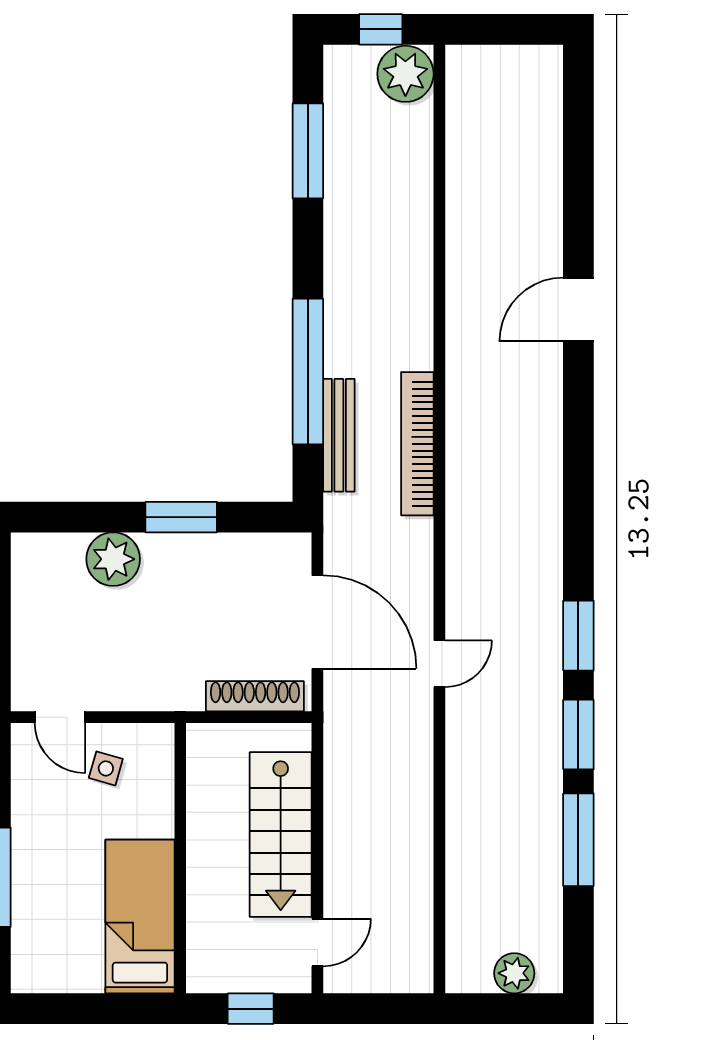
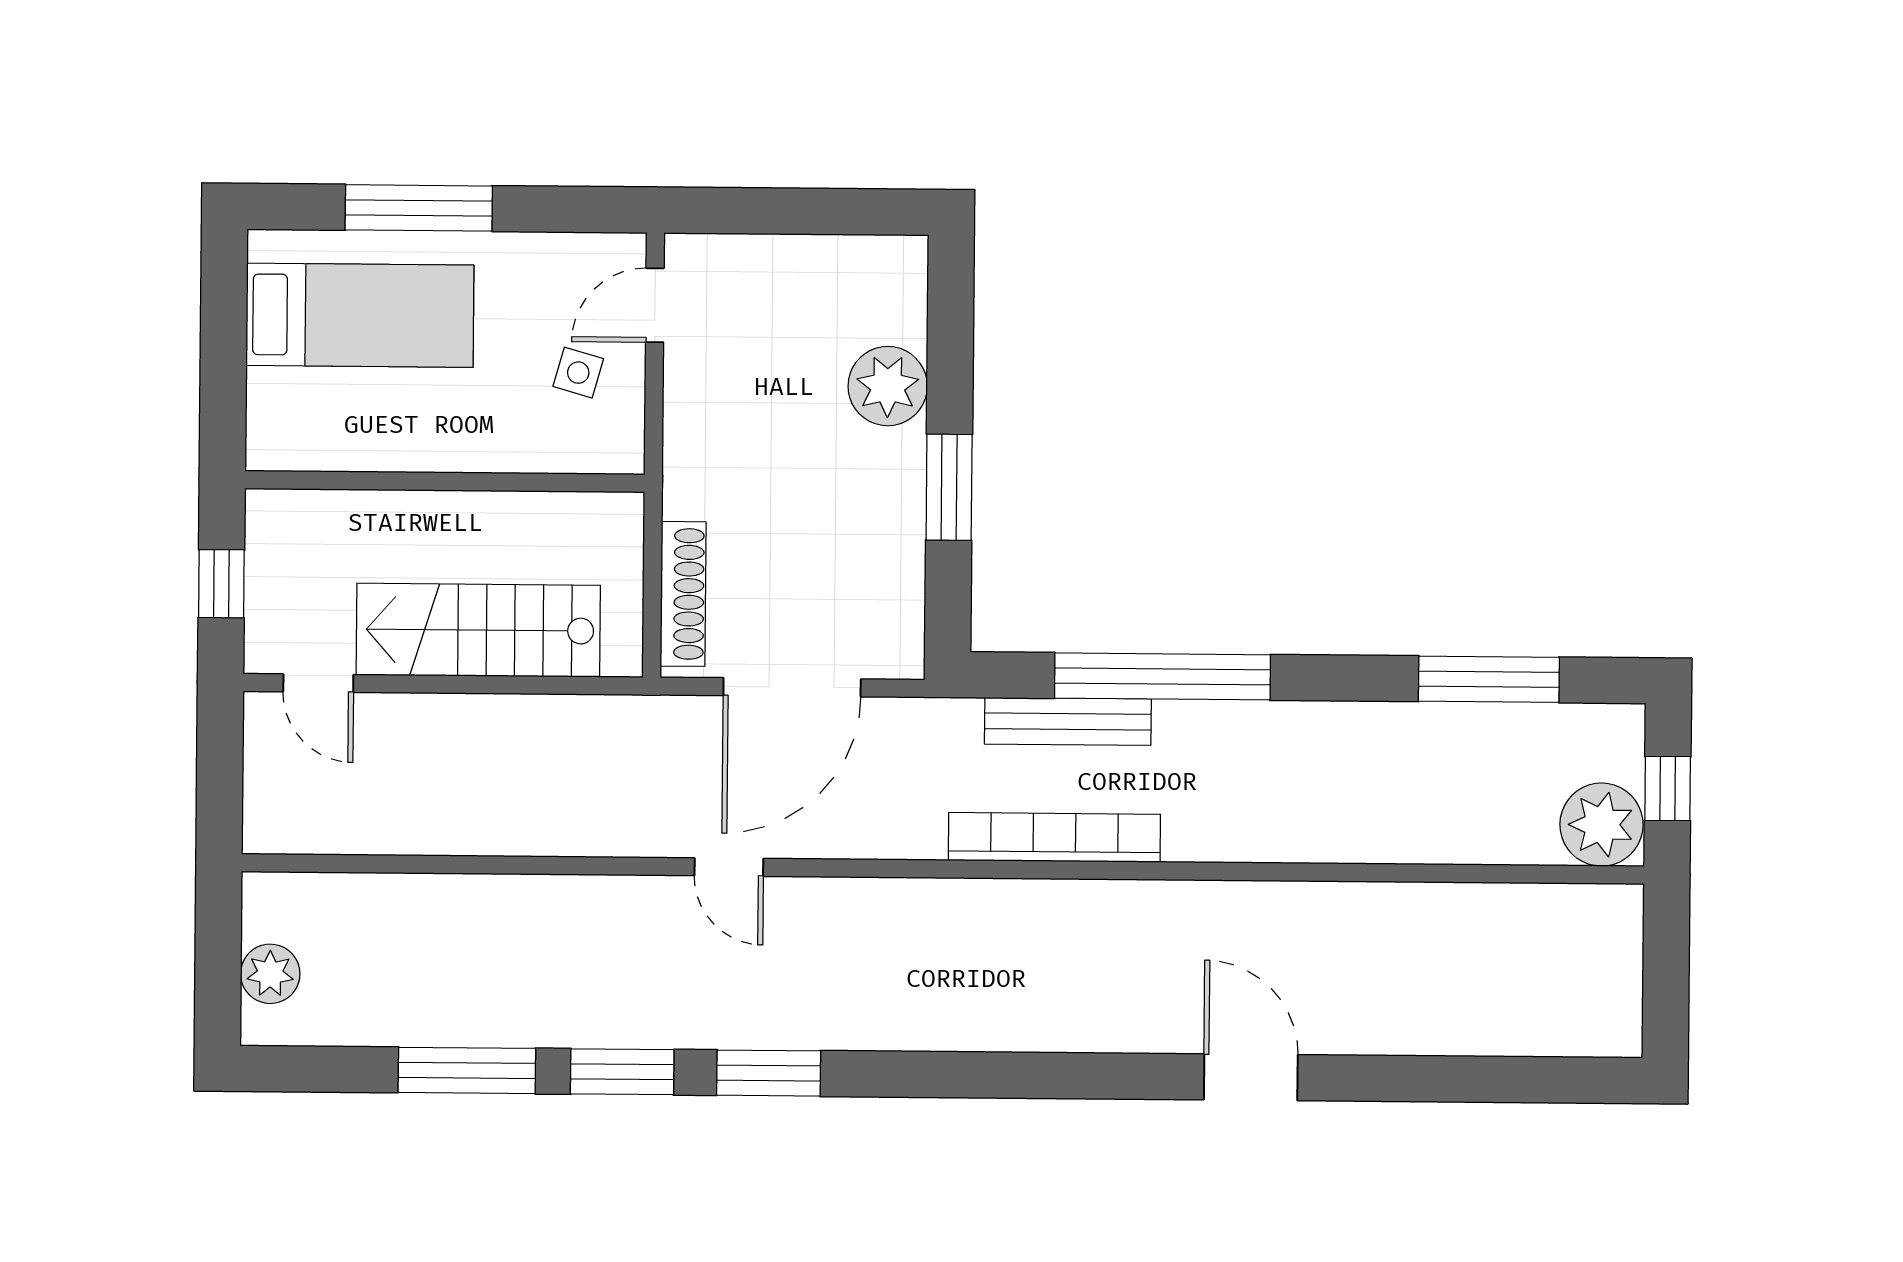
bed: (140, 916) -> (360, 315), moved

